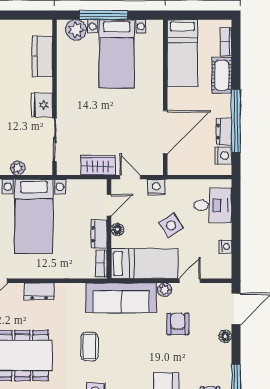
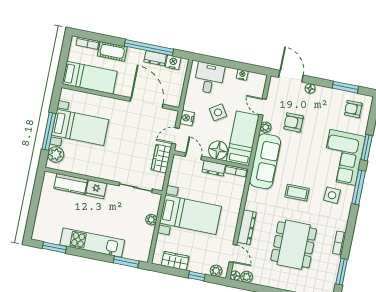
fridge: (42, 105) -> (96, 189), moved
floor lamp: (117, 229) -> (218, 150), width x1.89, depth x1.89
dresser: (39, 291) -> (247, 227), width x1.44

